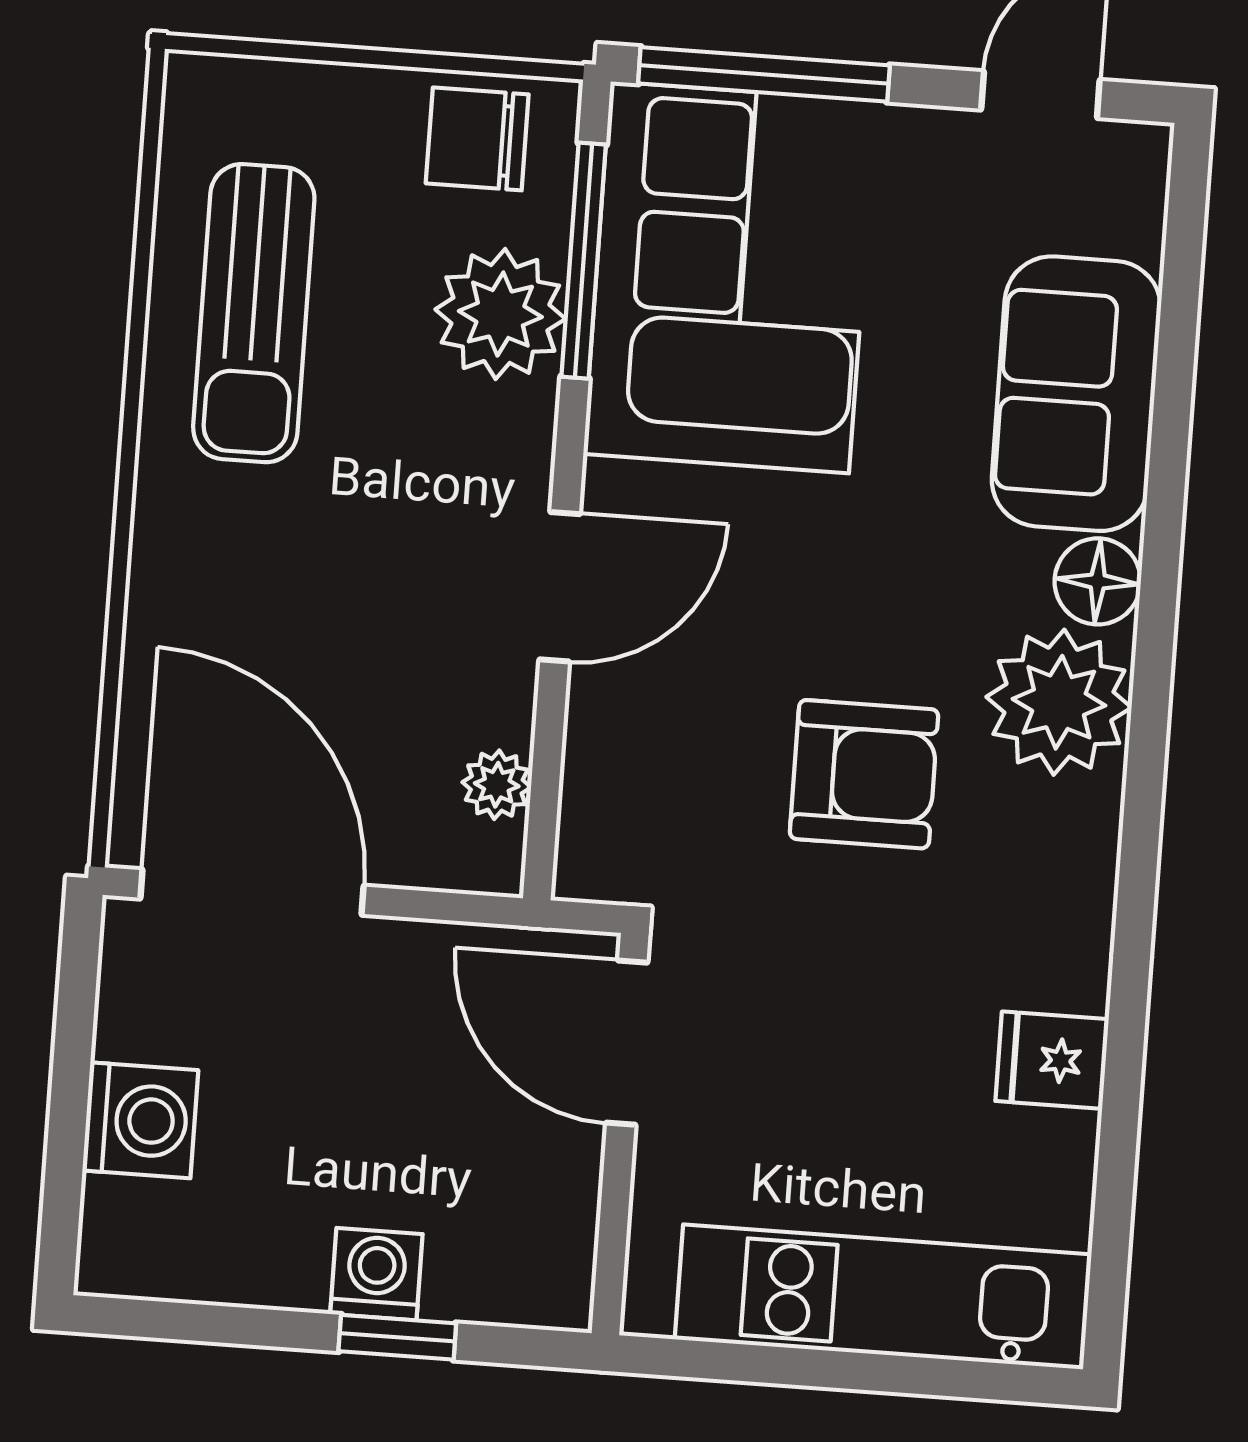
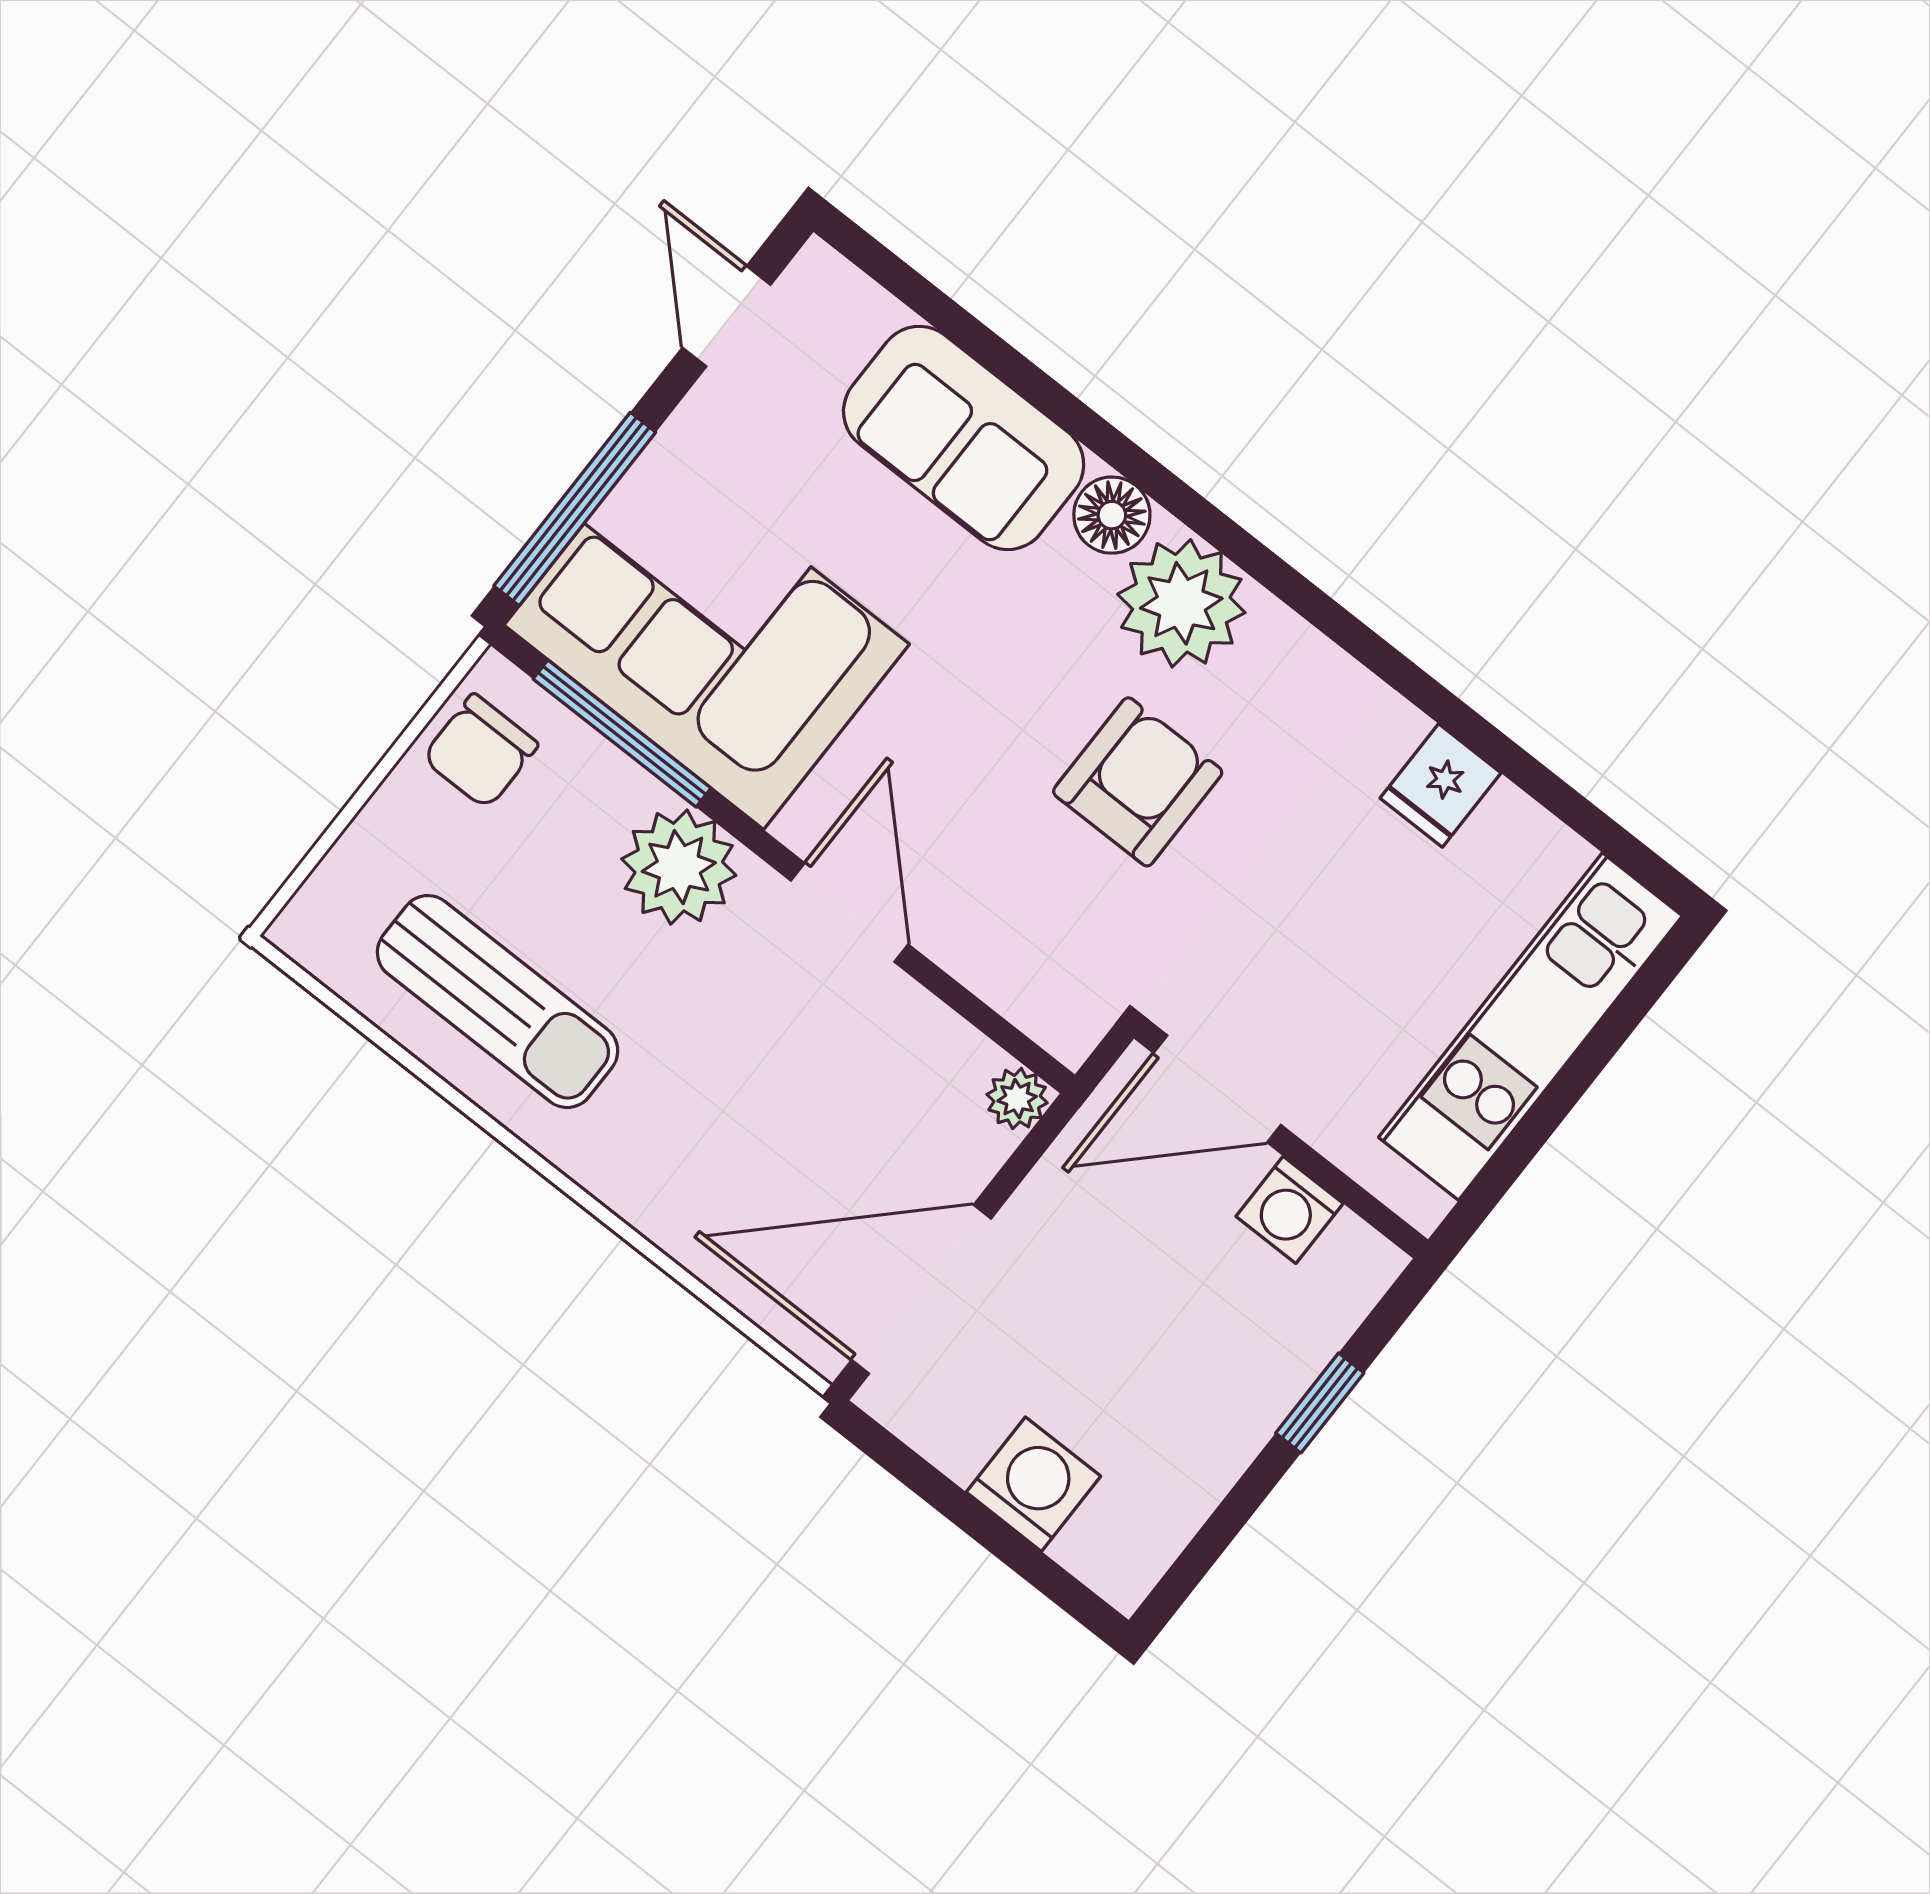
plant: (500, 314) -> (679, 867), moved
plant: (497, 785) -> (1017, 1099), moved
washing machine: (376, 1274) -> (1290, 1210), moved, turned -90

